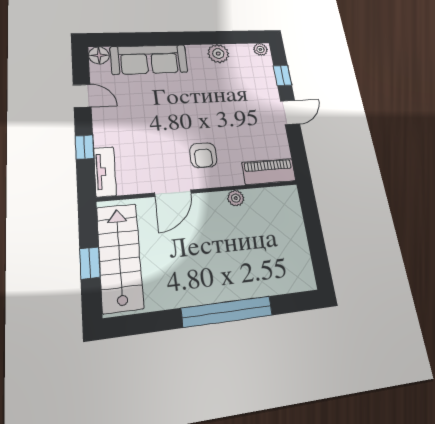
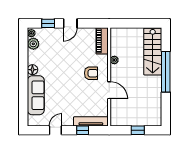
plant: (218, 54) -> (33, 44), moved
floor lamp: (99, 55) -> (32, 70), moved
door: (290, 112) -> (70, 23), swing flipped
tv unit: (105, 172) -> (91, 121), width x1.41
stairs: (120, 257) -> (153, 52), moved, turned -90

